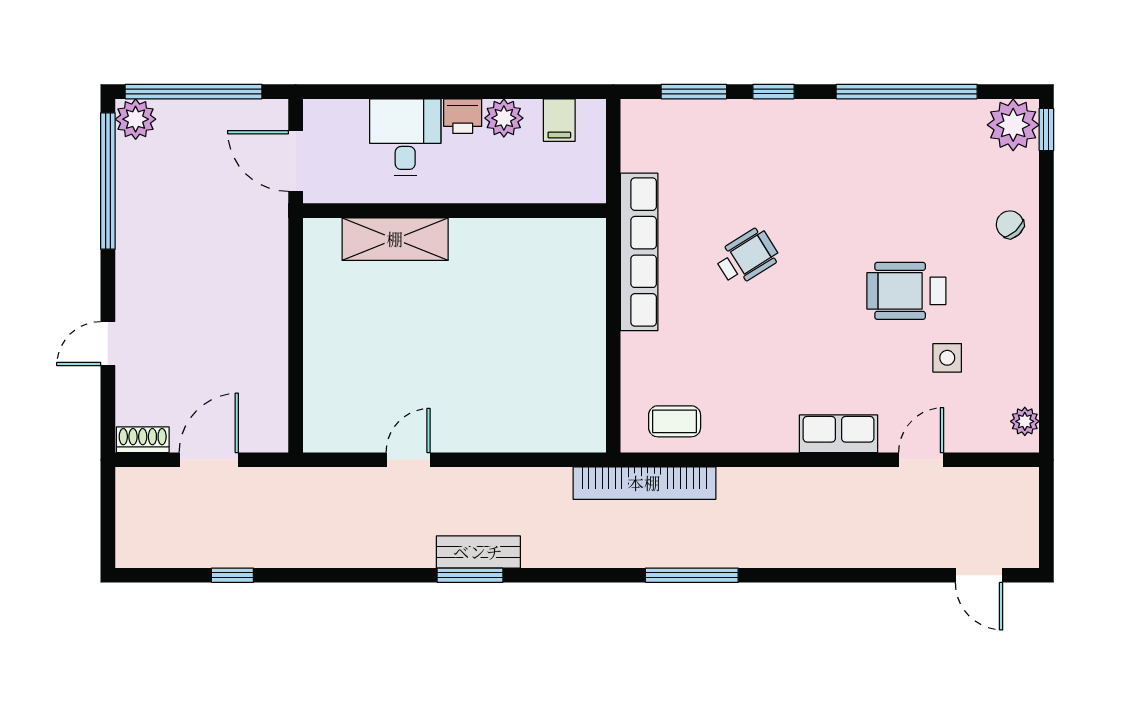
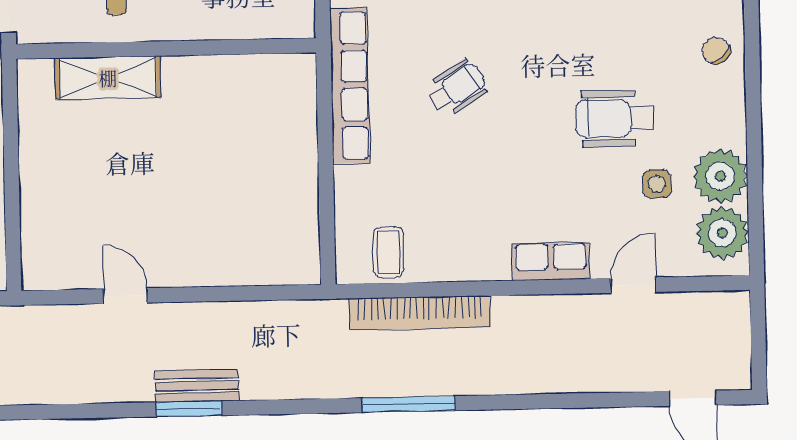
plant: (1011, 351) -> (720, 176), added
coffee table: (675, 421) -> (388, 252), turned 90
plant: (1025, 421) -> (722, 233), width x1.87, depth x1.87
door: (408, 460) -> (125, 296), hinge flipped
bookcase: (644, 483) -> (420, 313), moved

